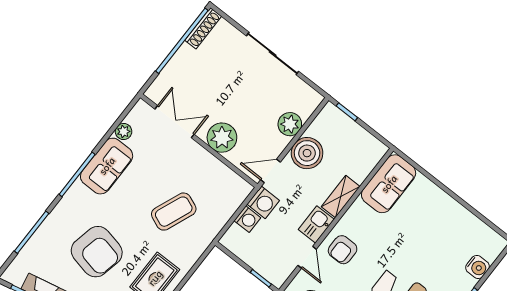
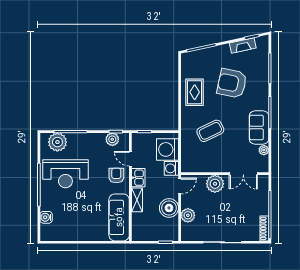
sofa: (389, 184) -> (119, 217), width x1.36
coffee table: (174, 212) -> (210, 131), turned 42
washing machine: (247, 219) -> (168, 149), width x1.89, depth x1.89

